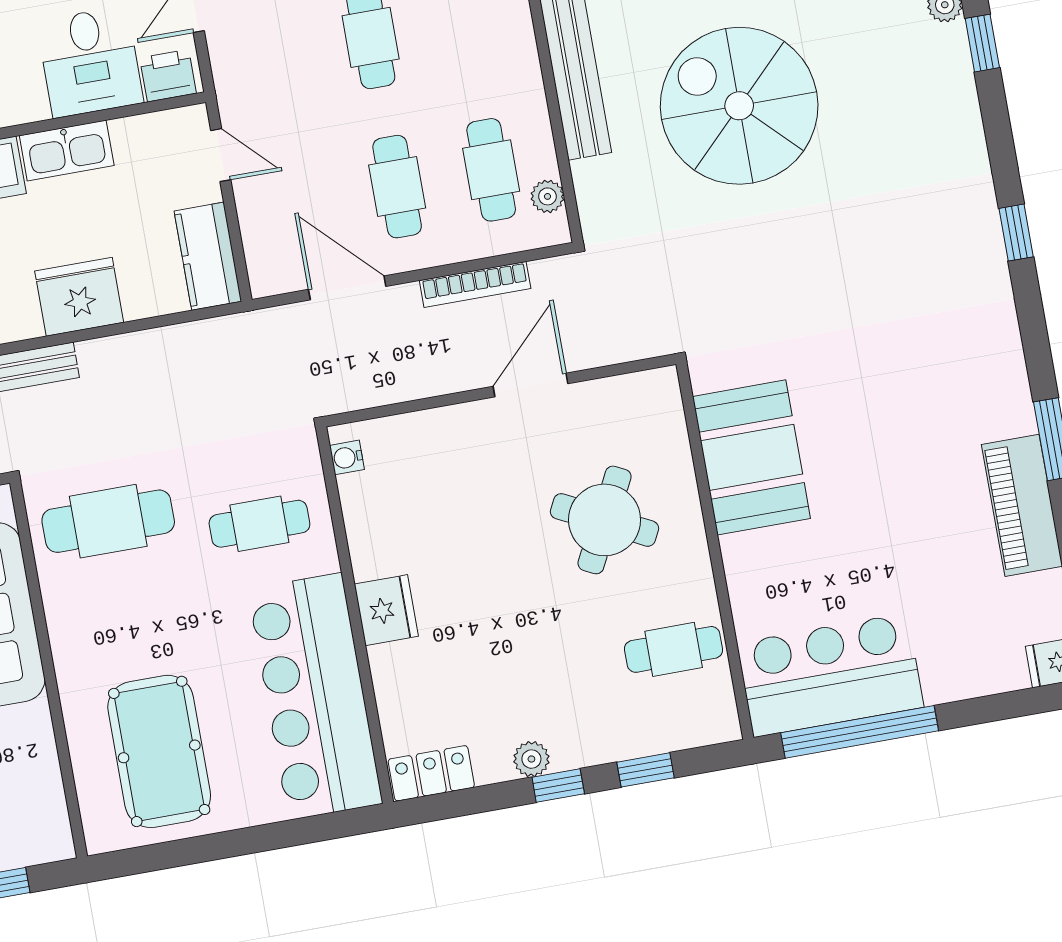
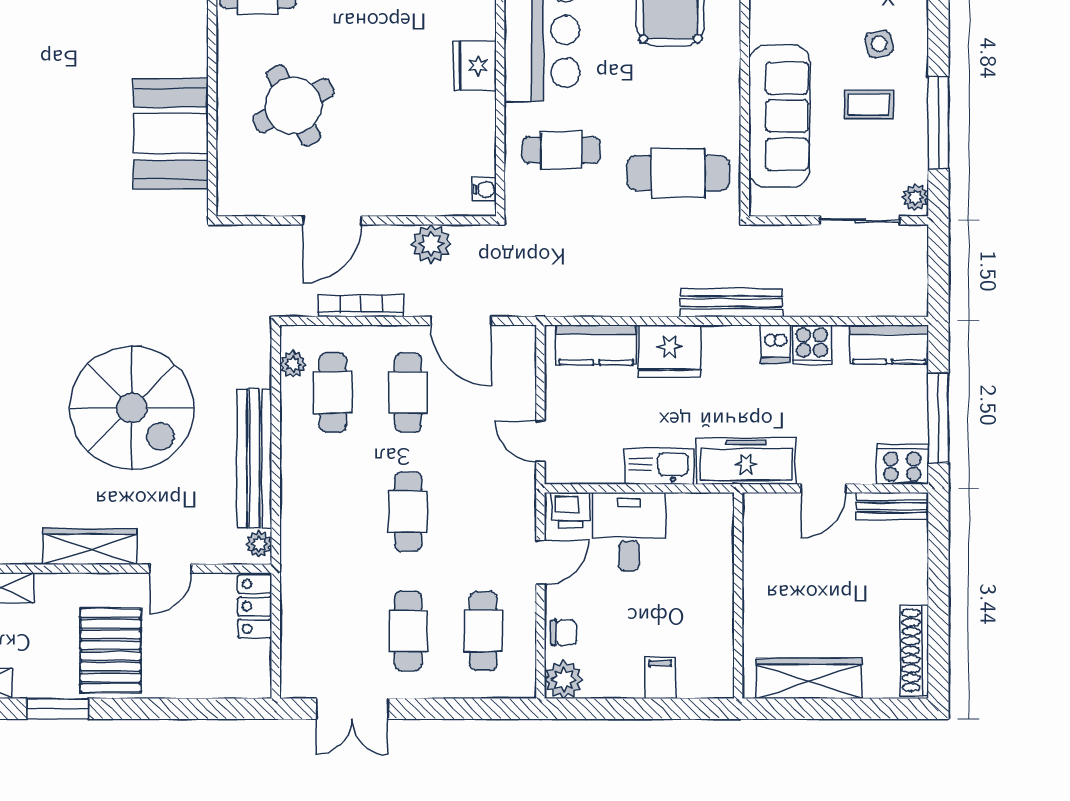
kitchen counter: (208, 256) -> (596, 345), moved, turned 90
plant: (401, 377) -> (431, 244), added
round table: (605, 520) -> (293, 106), turned 35

